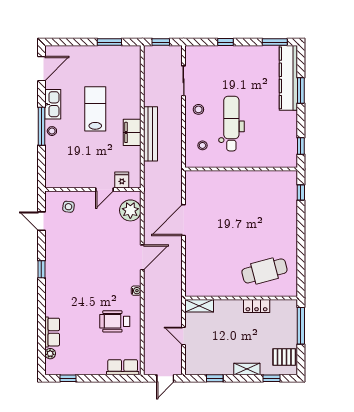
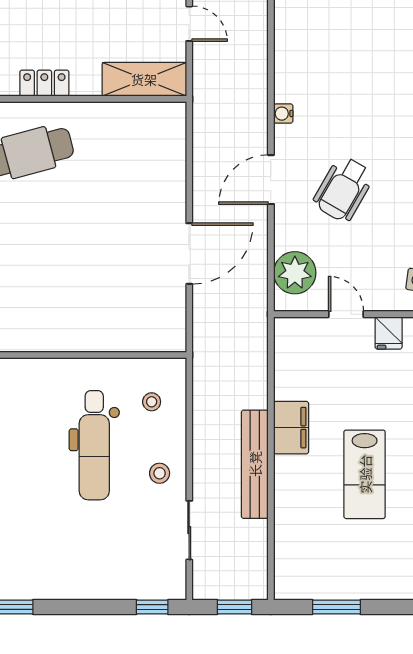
window: (225, 42) -> (152, 607), moved
bench: (151, 134) -> (255, 464), moved
fridge: (122, 180) -> (389, 333), moved
door: (105, 190) -> (346, 314), hinge flipped
shelving: (199, 306) -> (144, 79), width x1.50, depth x1.33
wheelchair: (115, 321) -> (343, 189), moved, turned 120

